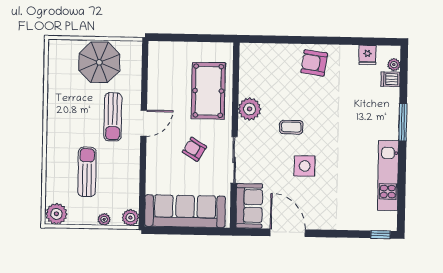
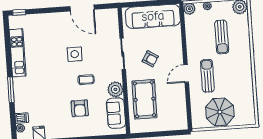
armchair: (314, 63) -> (80, 108), moved, turned 82
sofa: (249, 206) -> (116, 113), moved

